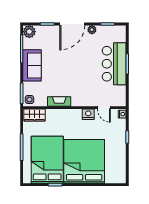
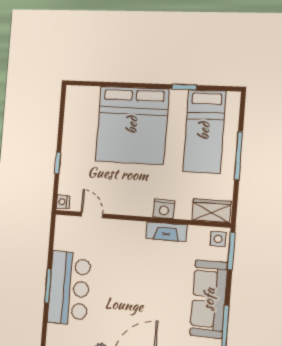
sofa: (32, 65) -> (209, 299), width x1.36
nightstand: (88, 114) -> (164, 209), moved
bed: (47, 160) -> (204, 131), width x0.67

